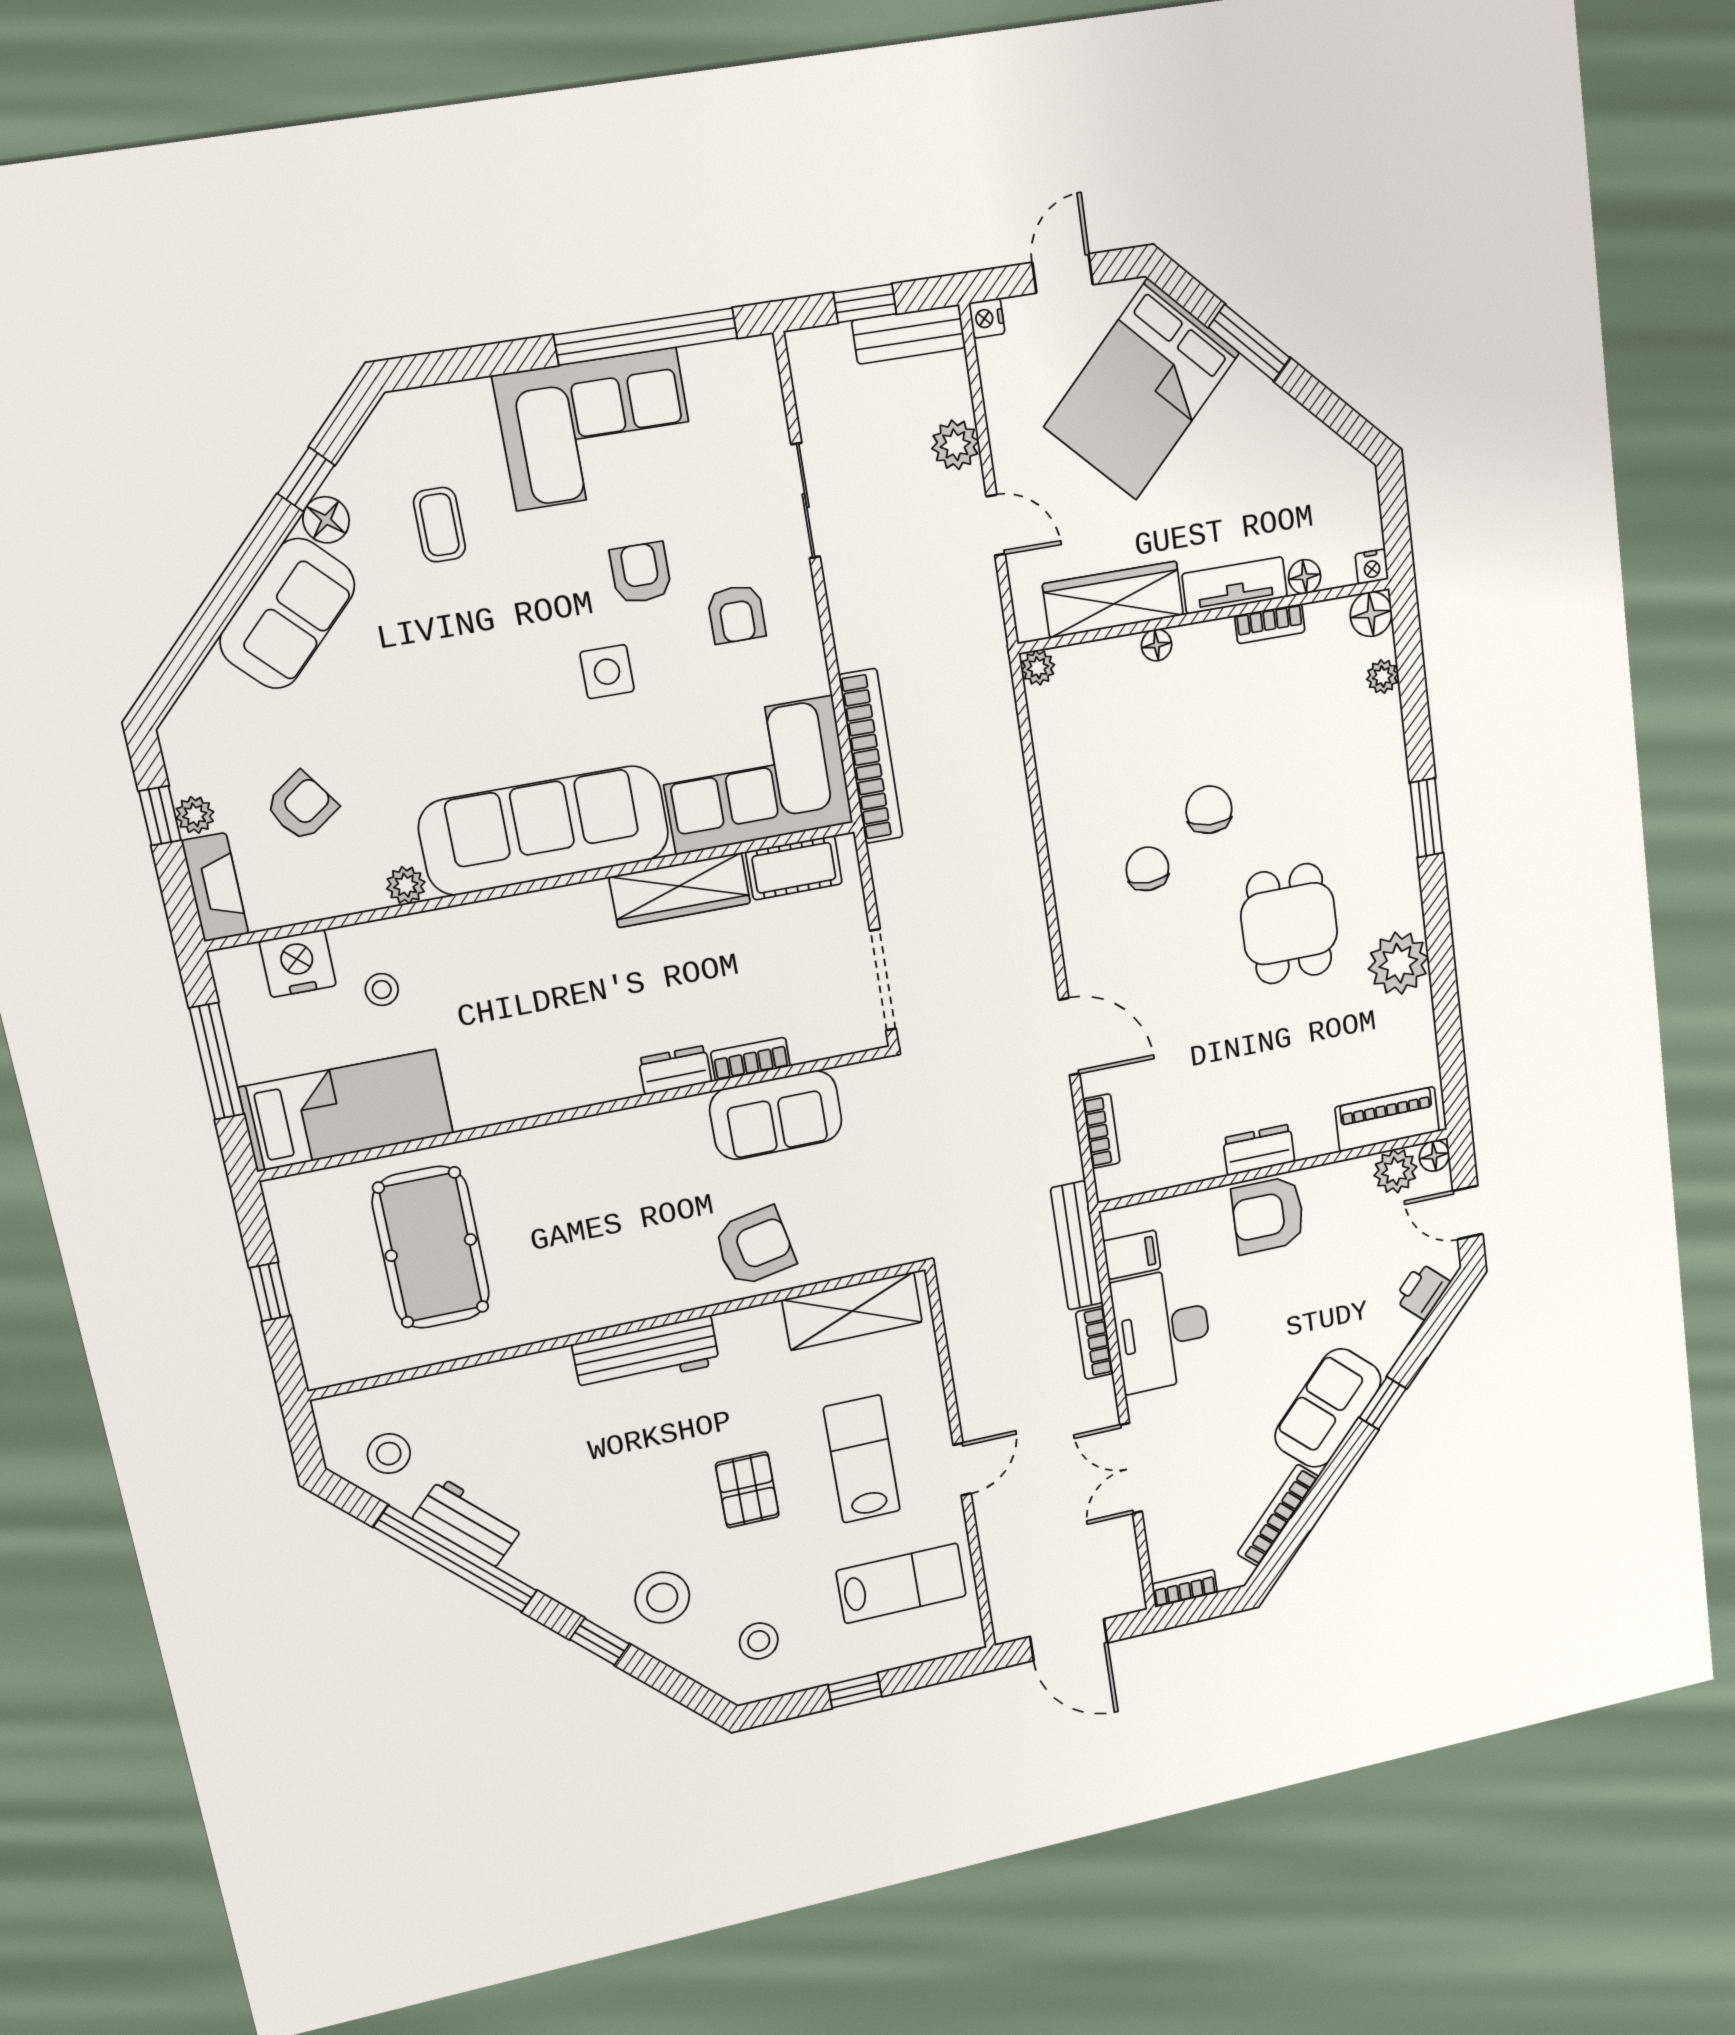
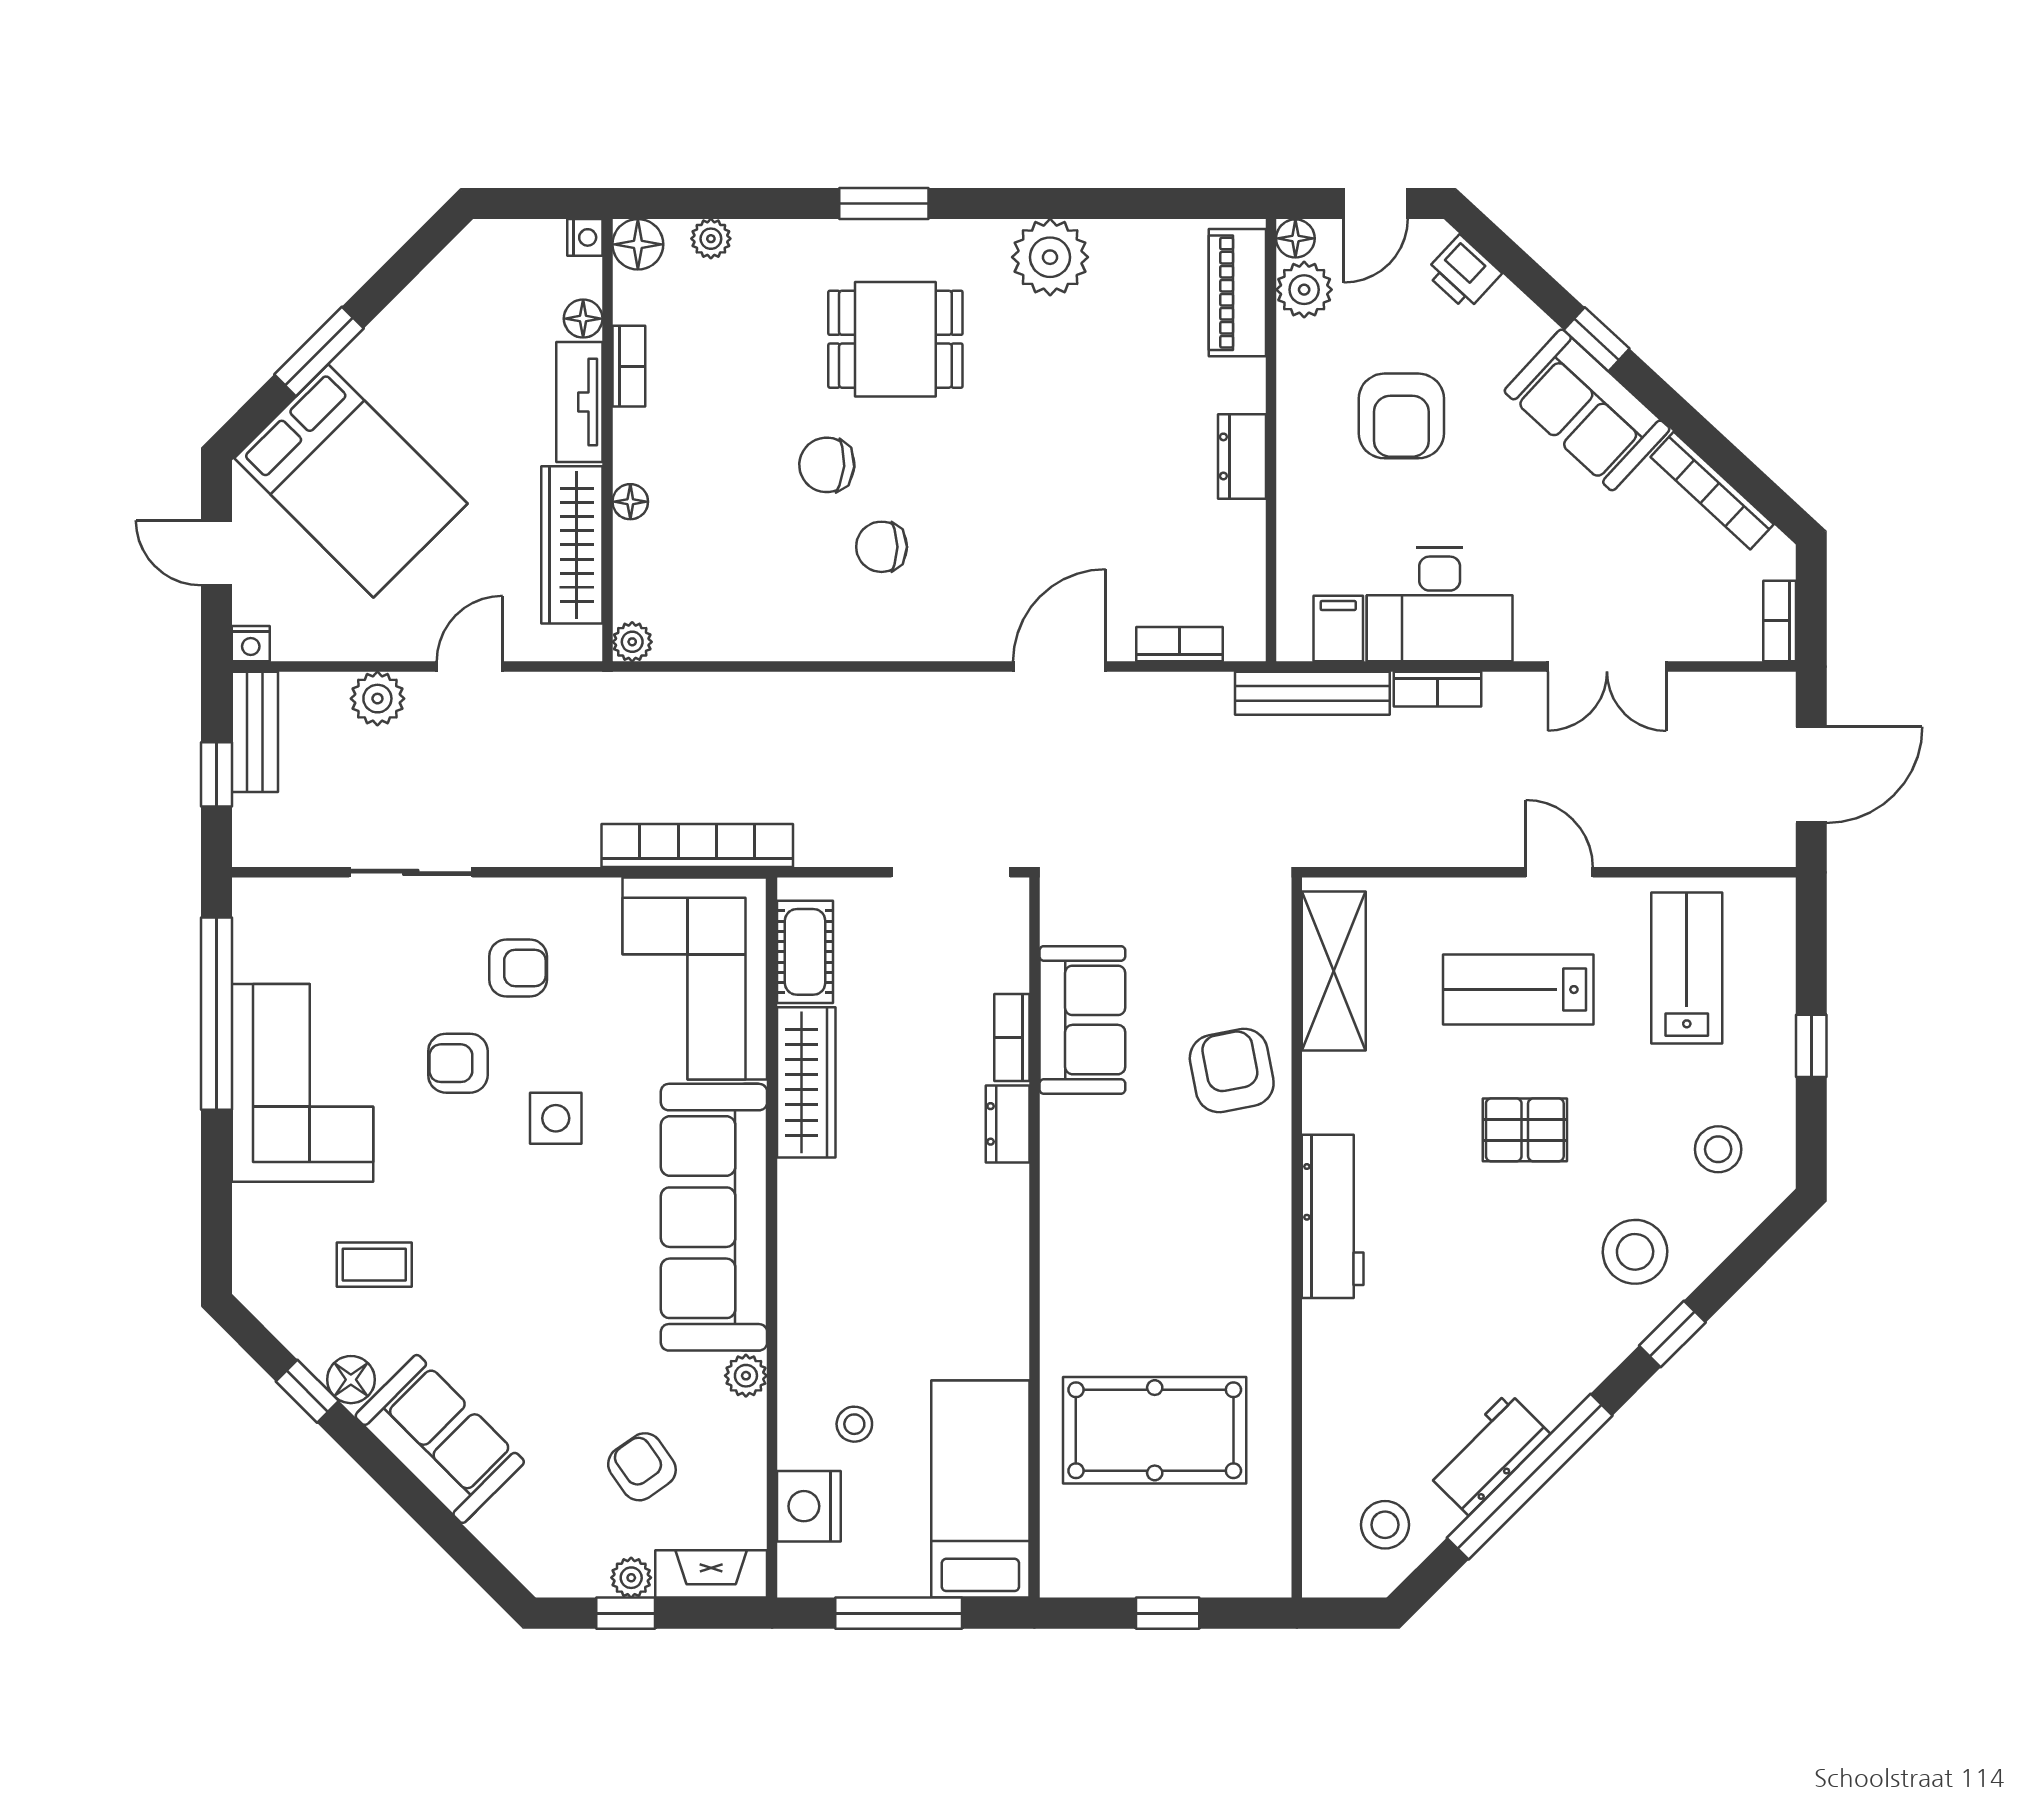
dining table: (1289, 924) -> (895, 339), moved
armchair: (1268, 1215) -> (1401, 416), moved

